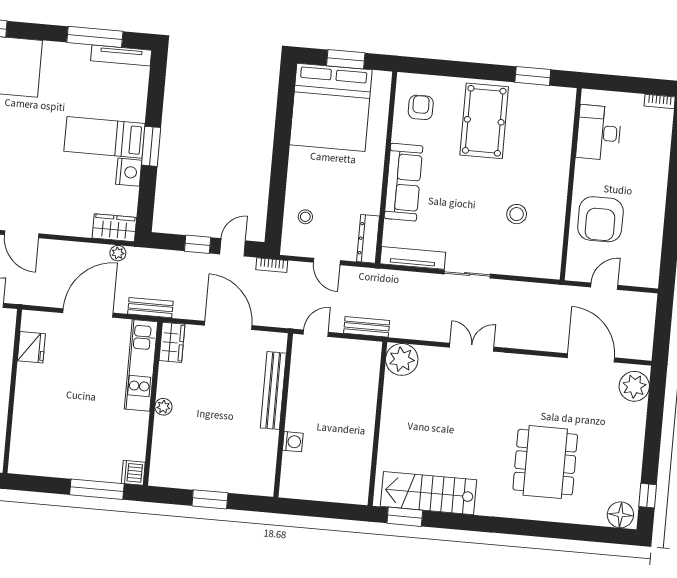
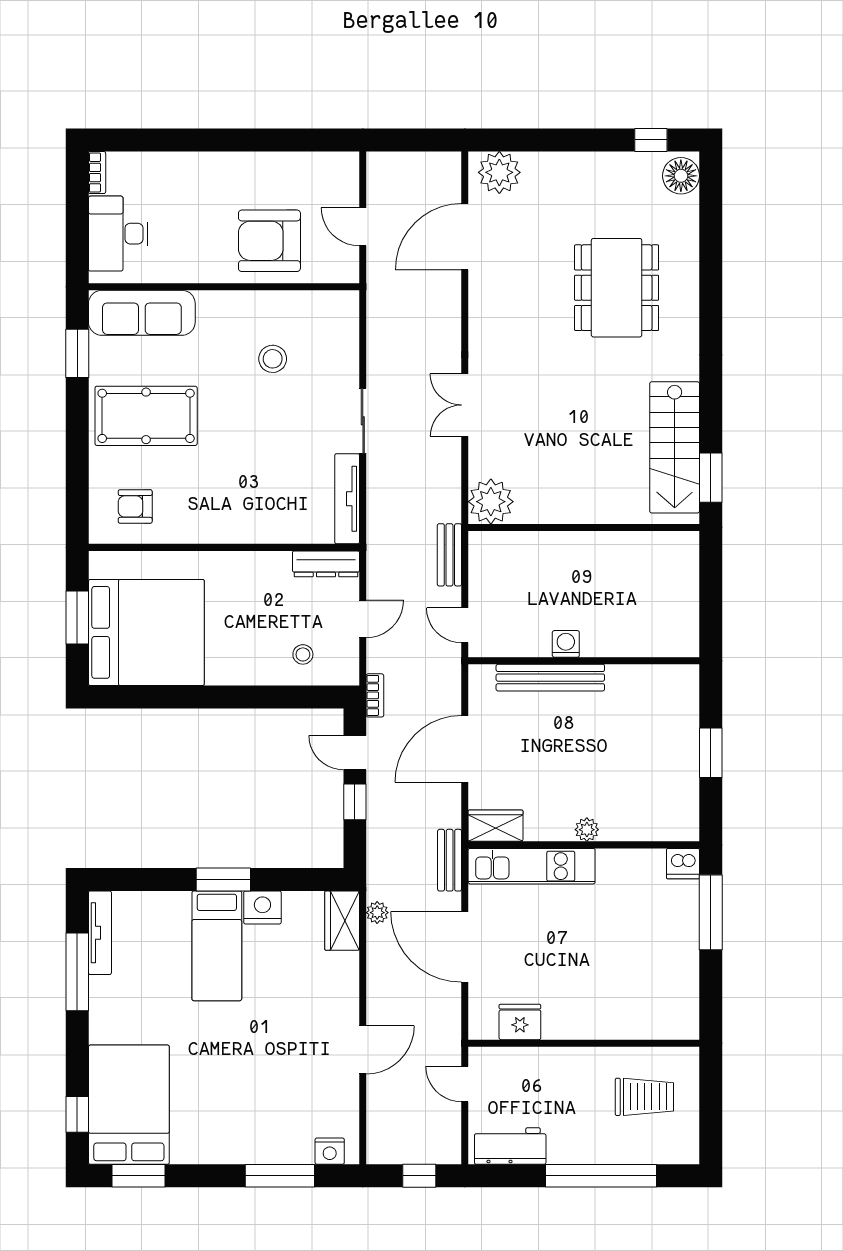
desk: (599, 133) -> (118, 234), moved, turned 90
sofa: (403, 182) -> (142, 313), moved, turned 180
armchair: (600, 219) -> (269, 241), turned 180
washing machine: (293, 442) -> (566, 644), moved
dining table: (545, 462) -> (617, 288), turned 90

